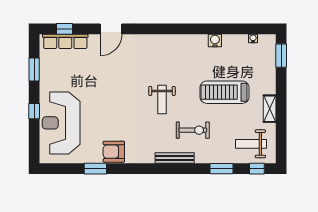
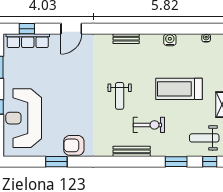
bench: (169, 39) -> (126, 39), added

